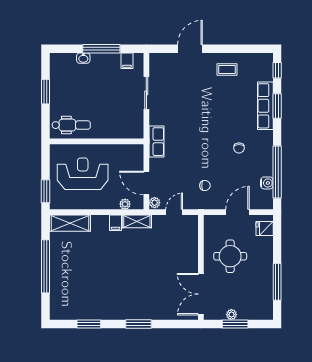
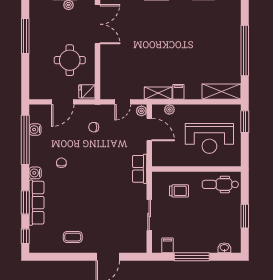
washbasin: (83, 58) -> (224, 248), moved
trolley: (115, 118) -> (179, 191), added
water cooler: (267, 137) -> (35, 173), added
fridge: (265, 229) -> (87, 91), moved, turned 180

